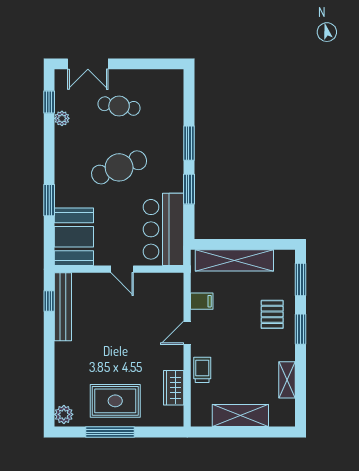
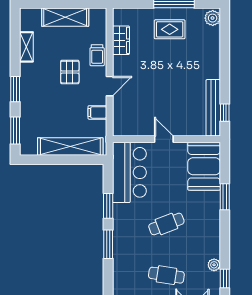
cafe table: (119, 167) -> (166, 224), width x0.73, depth x0.74
pallet: (272, 314) -> (70, 72), moved
rug: (115, 401) -> (170, 29), width x0.73, depth x0.70

